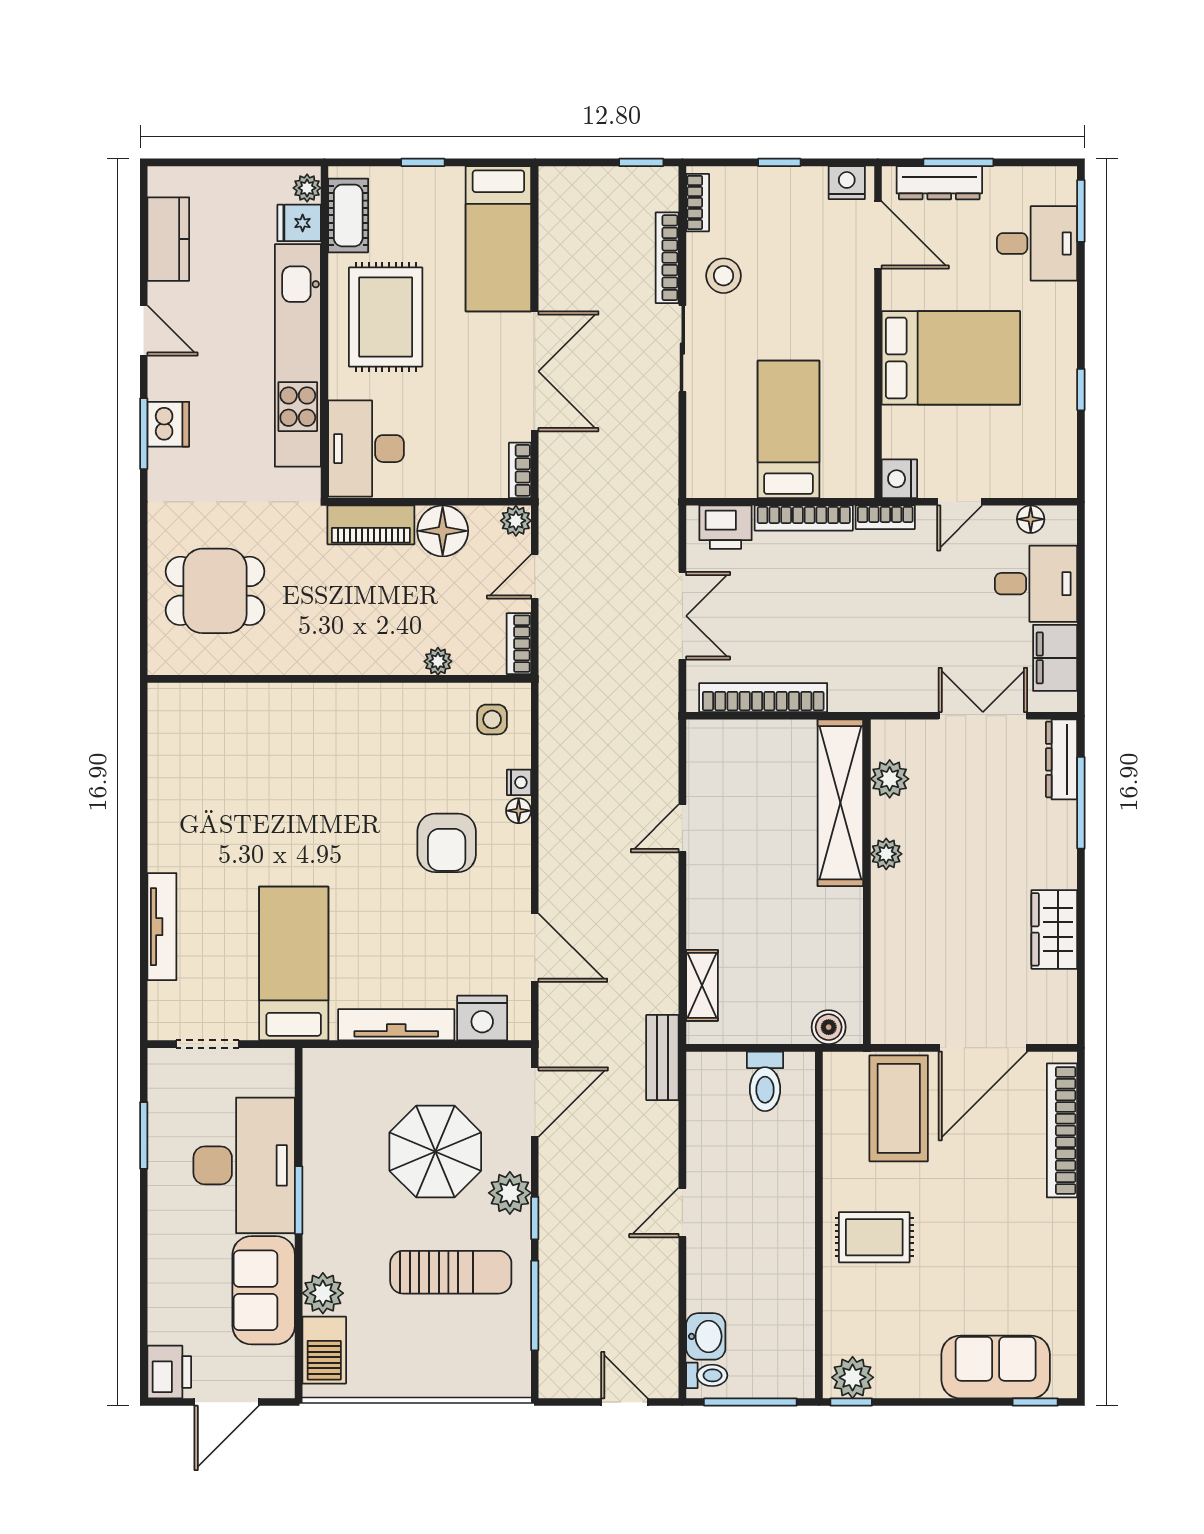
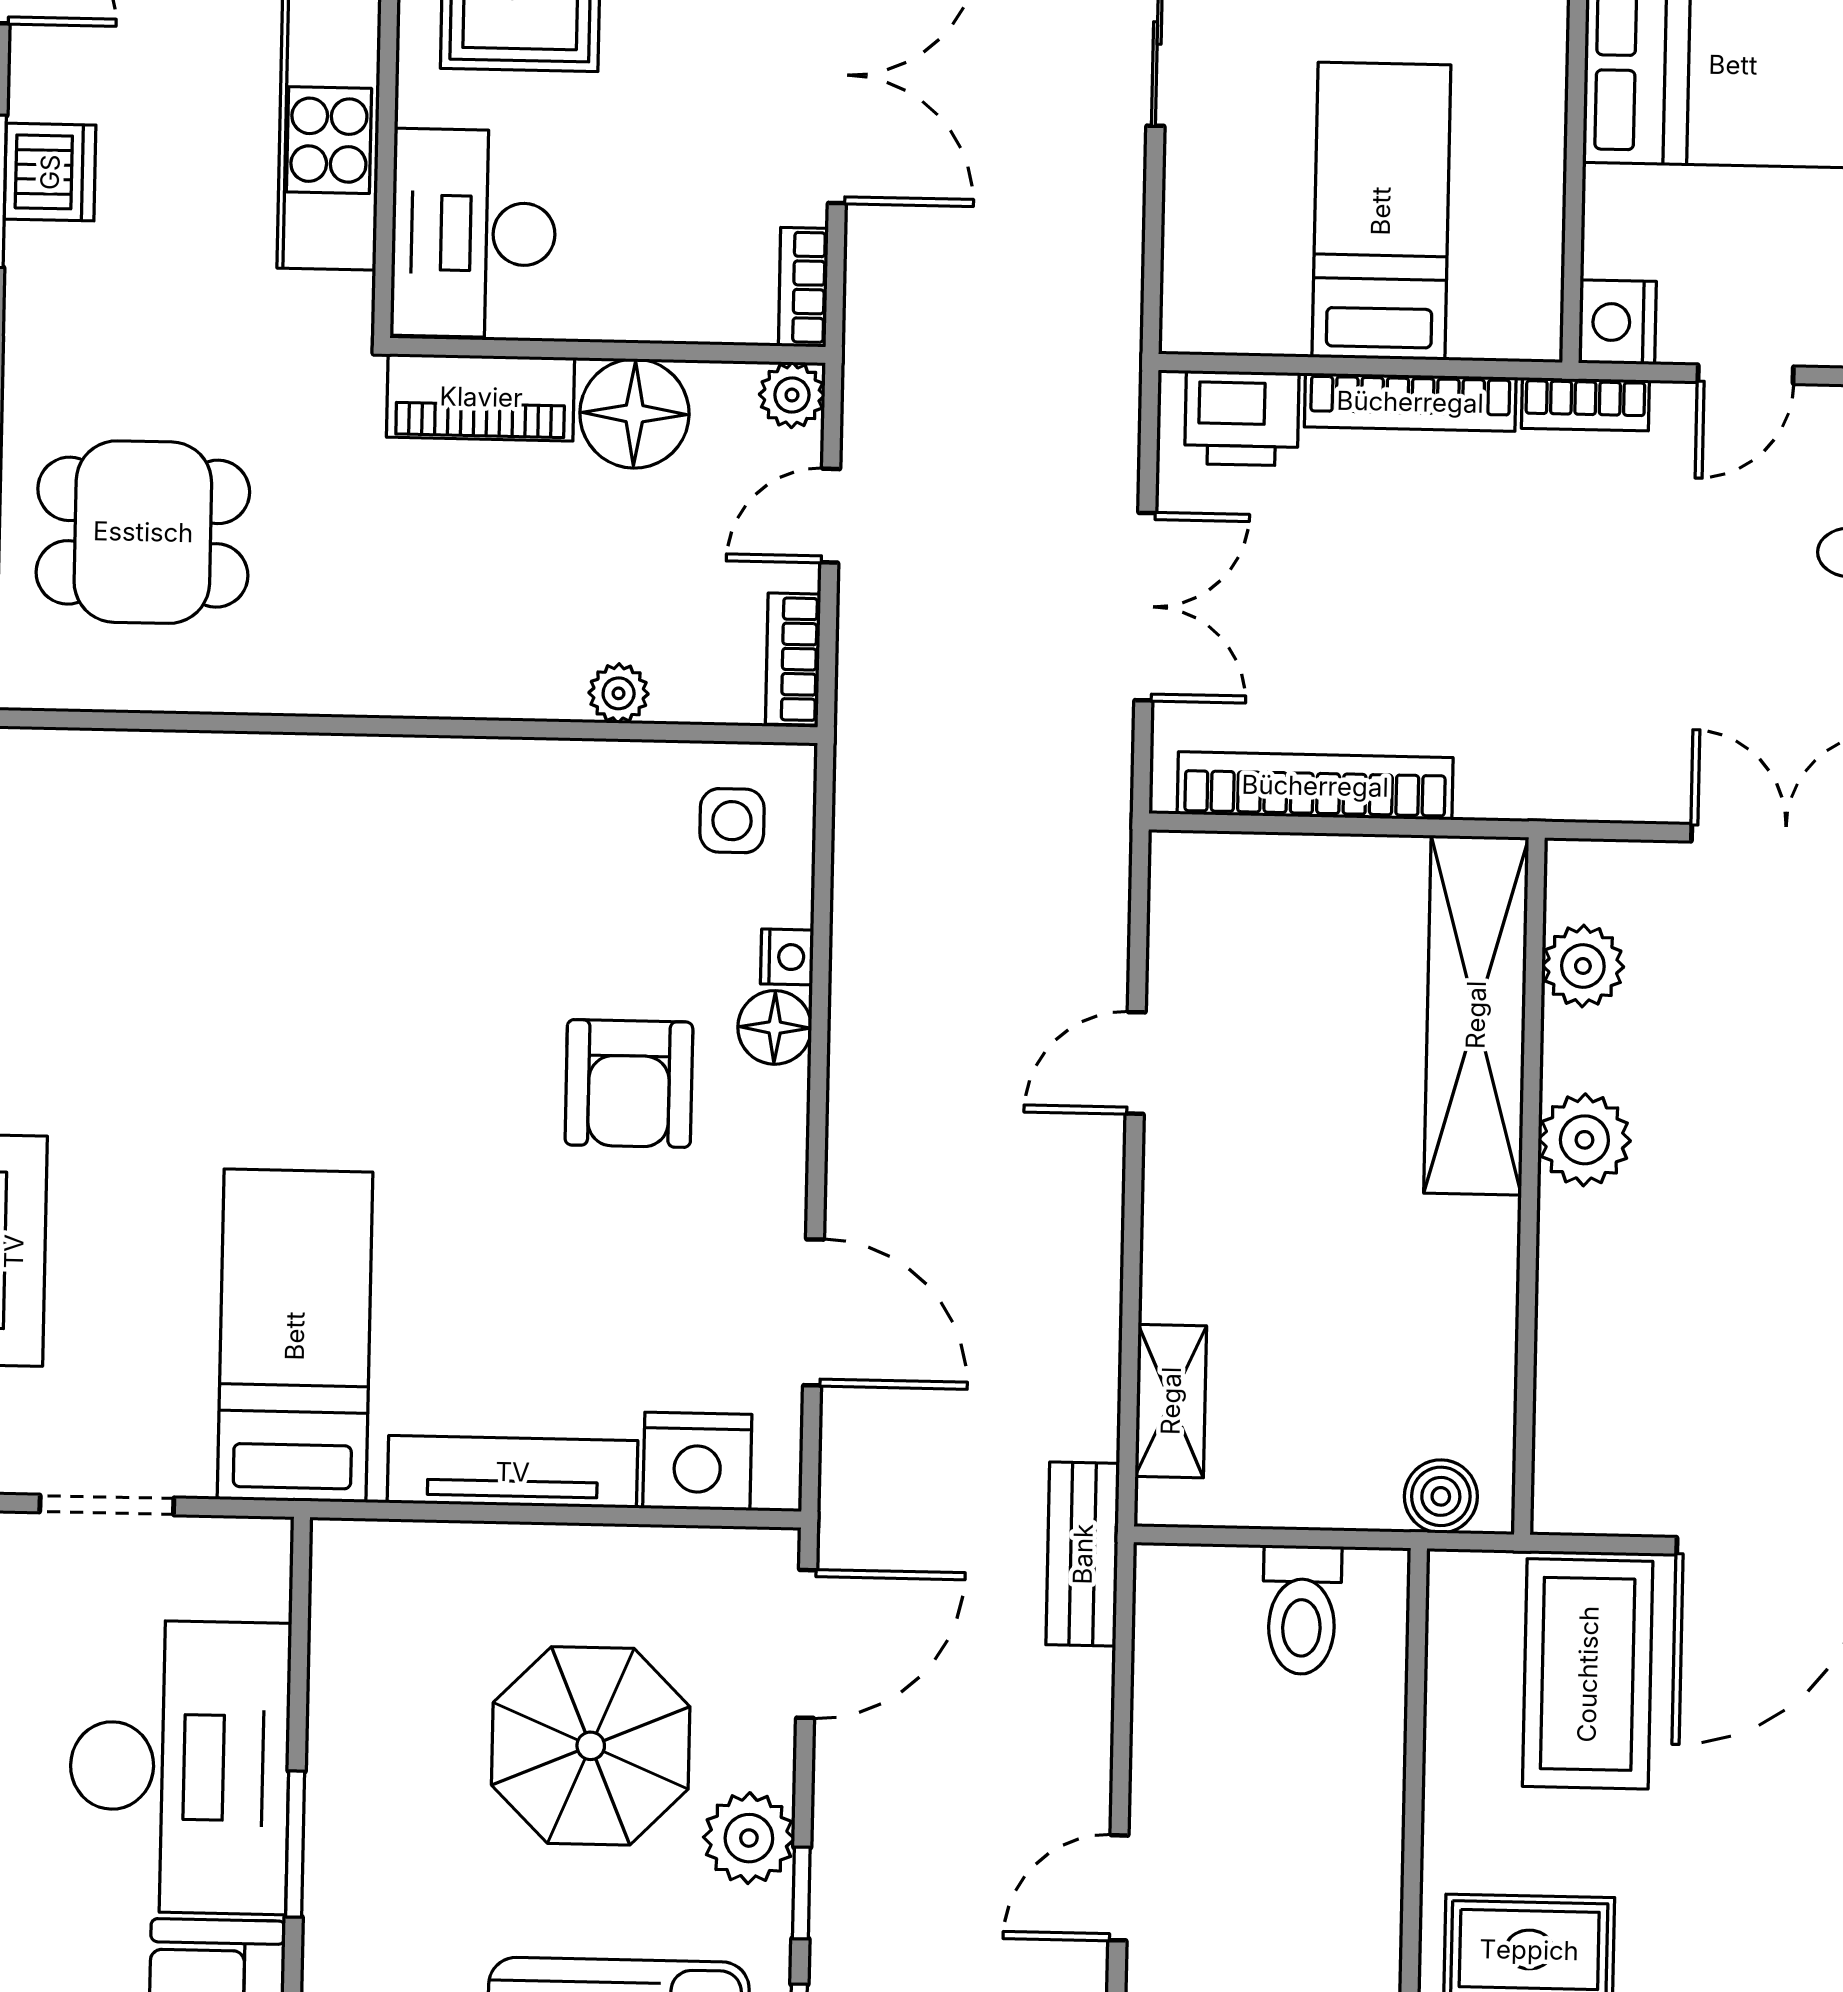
floor lamp: (519, 811) -> (775, 1027), width x1.37, depth x1.37
plant: (886, 854) -> (1584, 1140), width x1.38, depth x1.38

